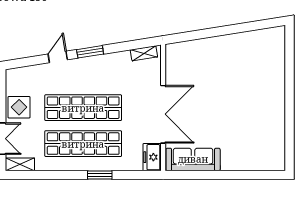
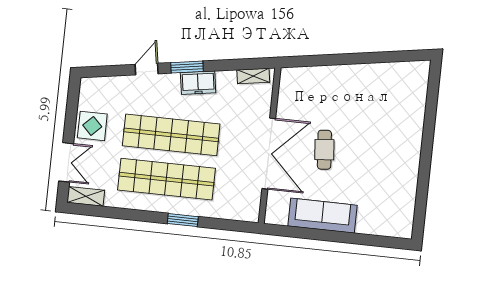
cafe table: (207, 106) -> (324, 150), added
freezer: (152, 157) -> (198, 83), moved, turned -99
sofa: (193, 159) -> (322, 216), moved

